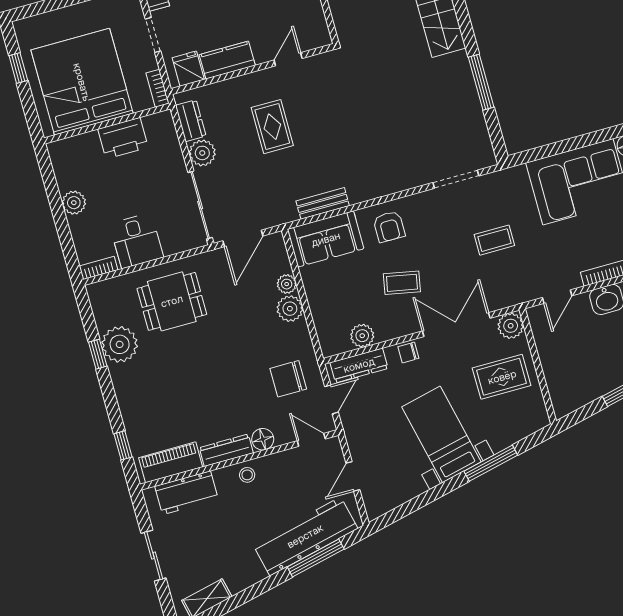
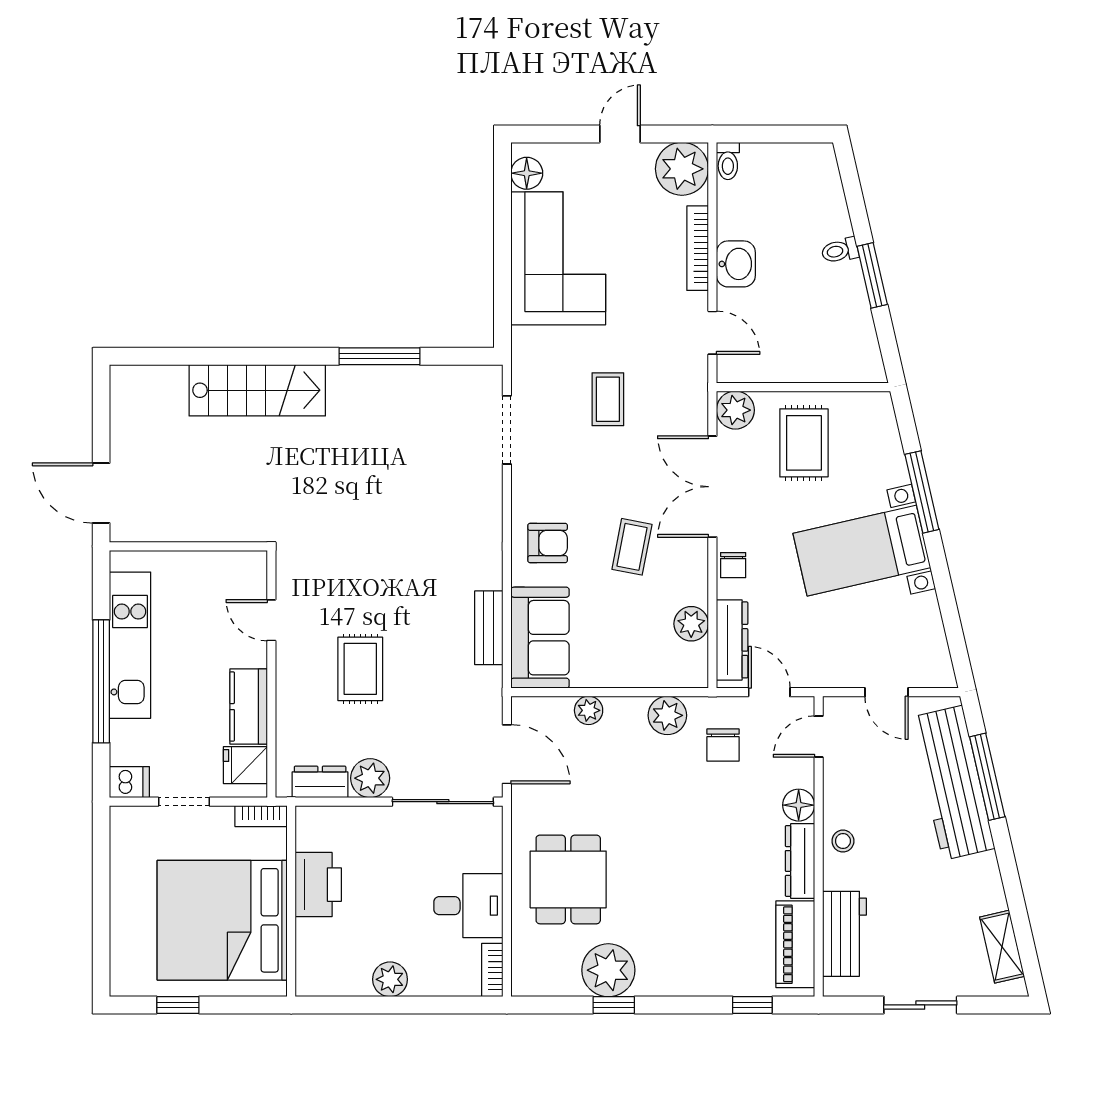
rug: (272, 127) -> (360, 669), turned 90
plant: (290, 309) -> (667, 715), moved
chair: (288, 379) -> (723, 745), width x0.73, depth x0.73

